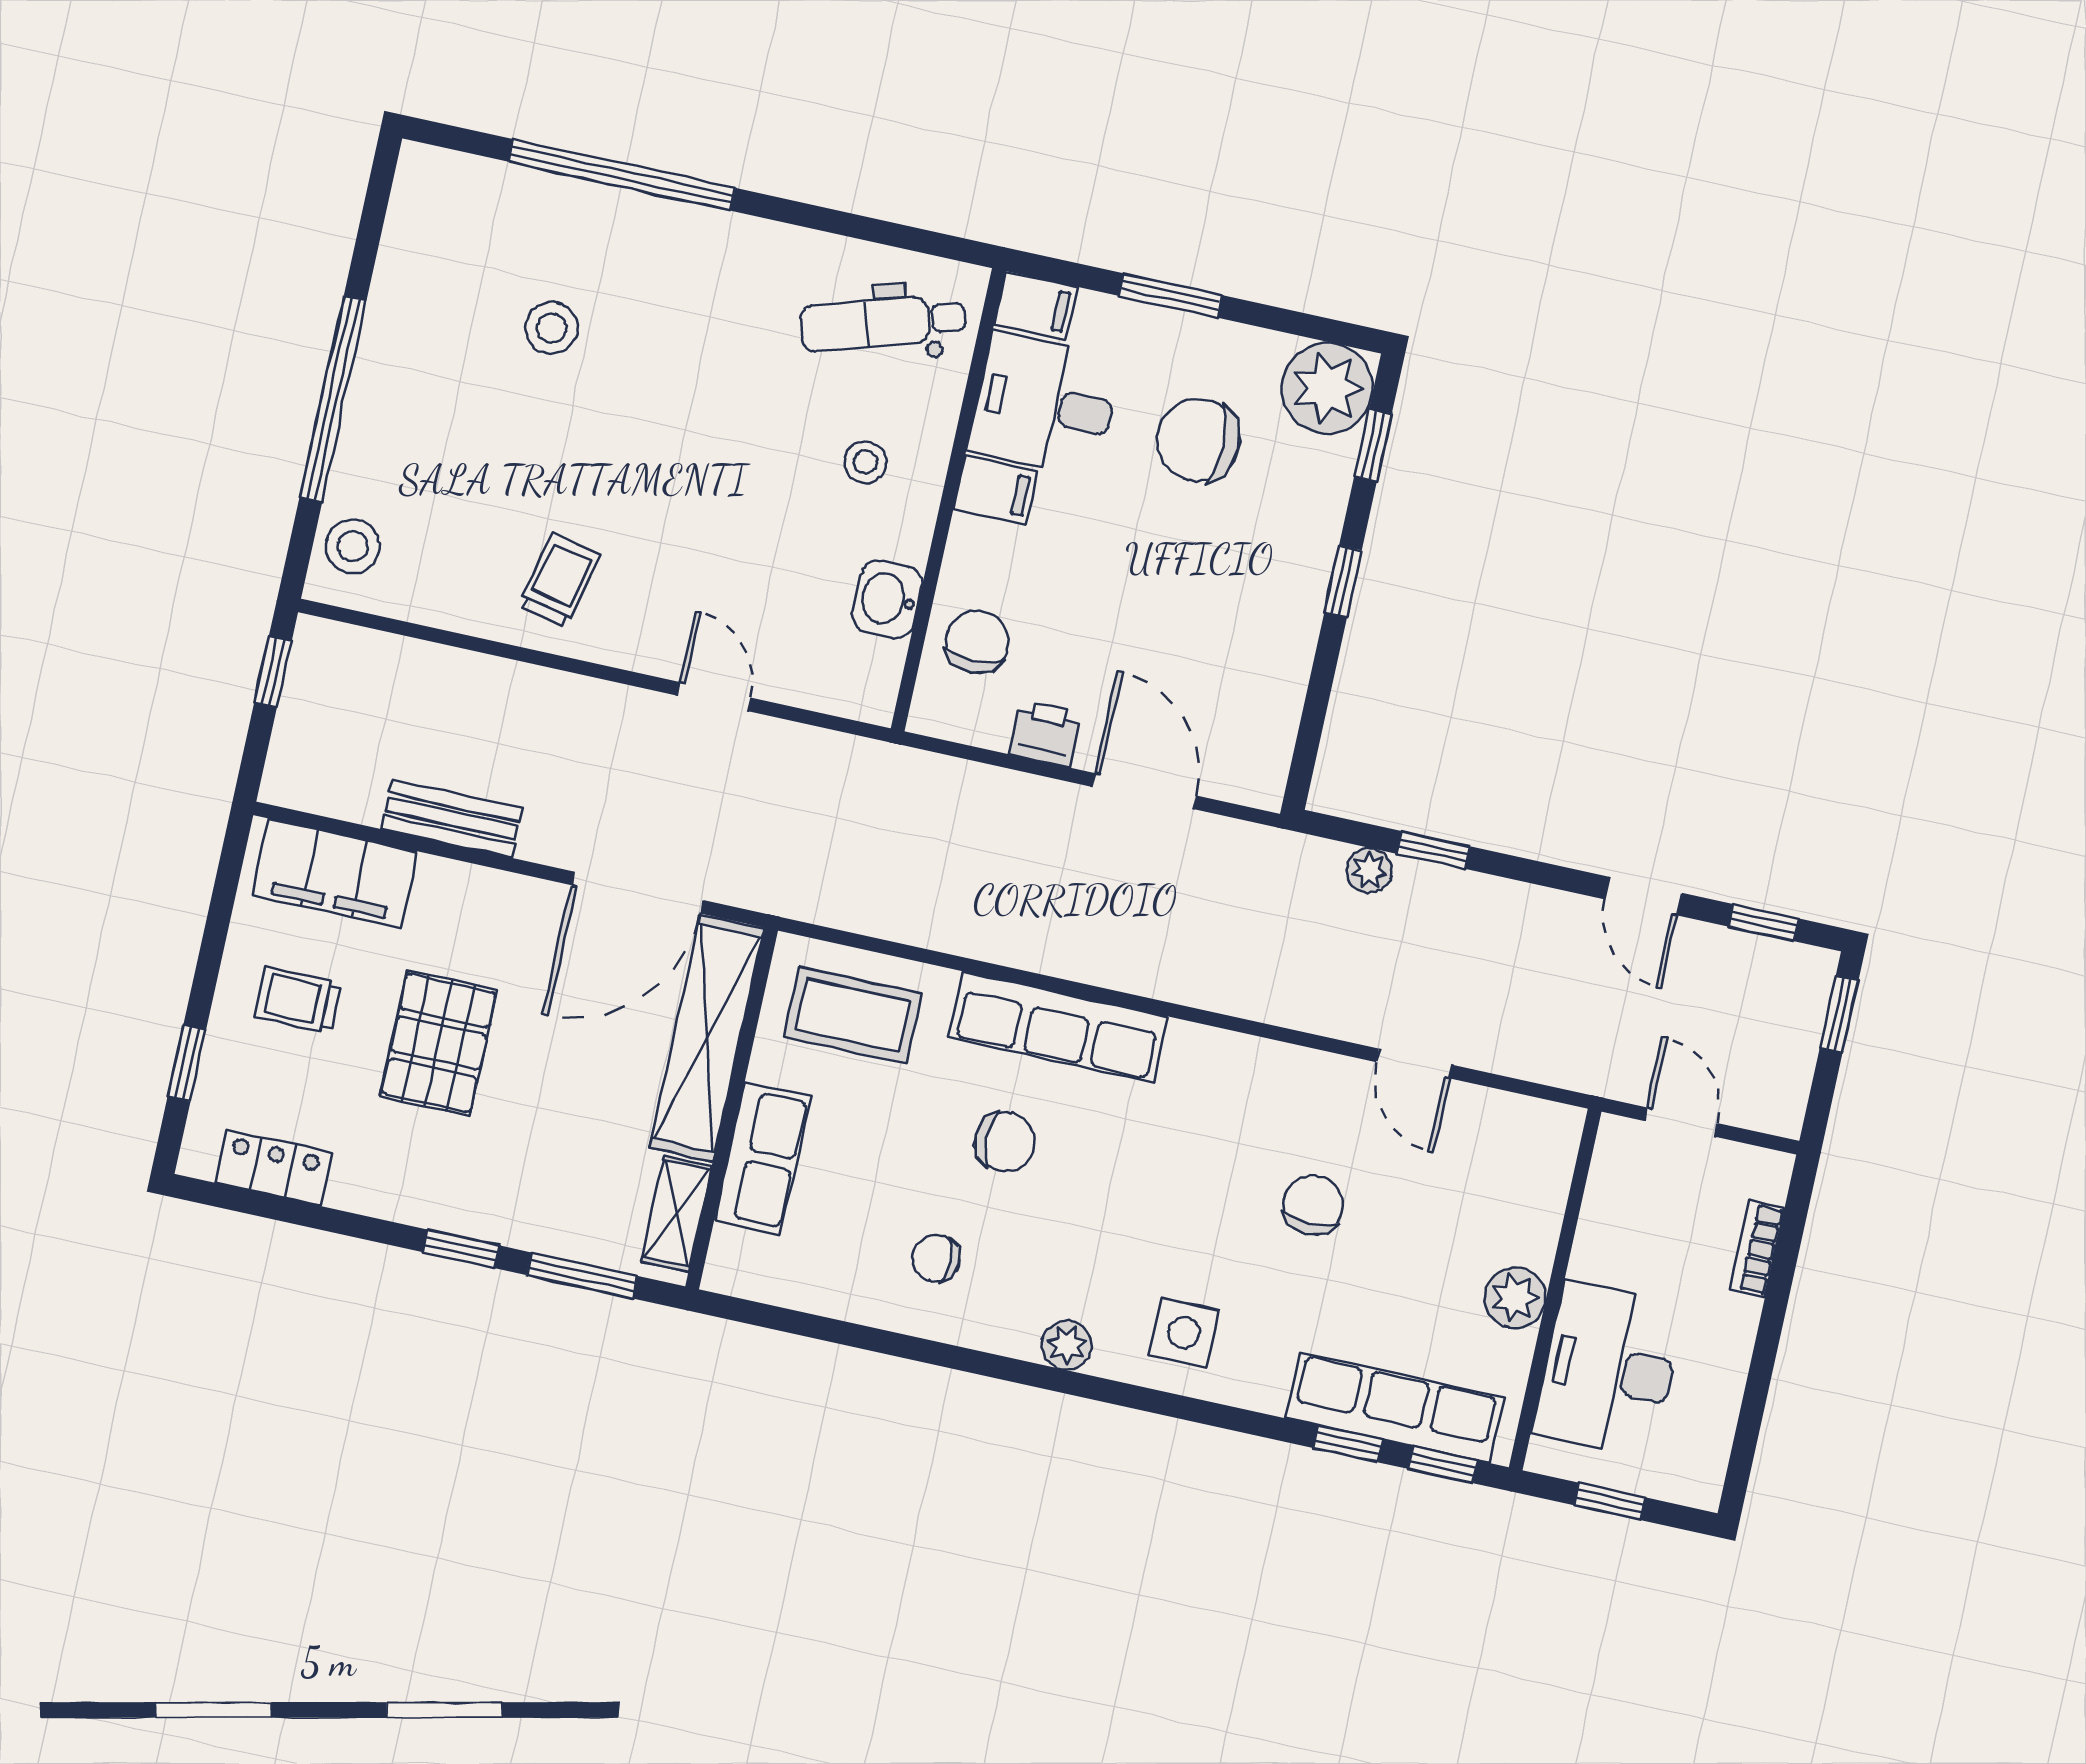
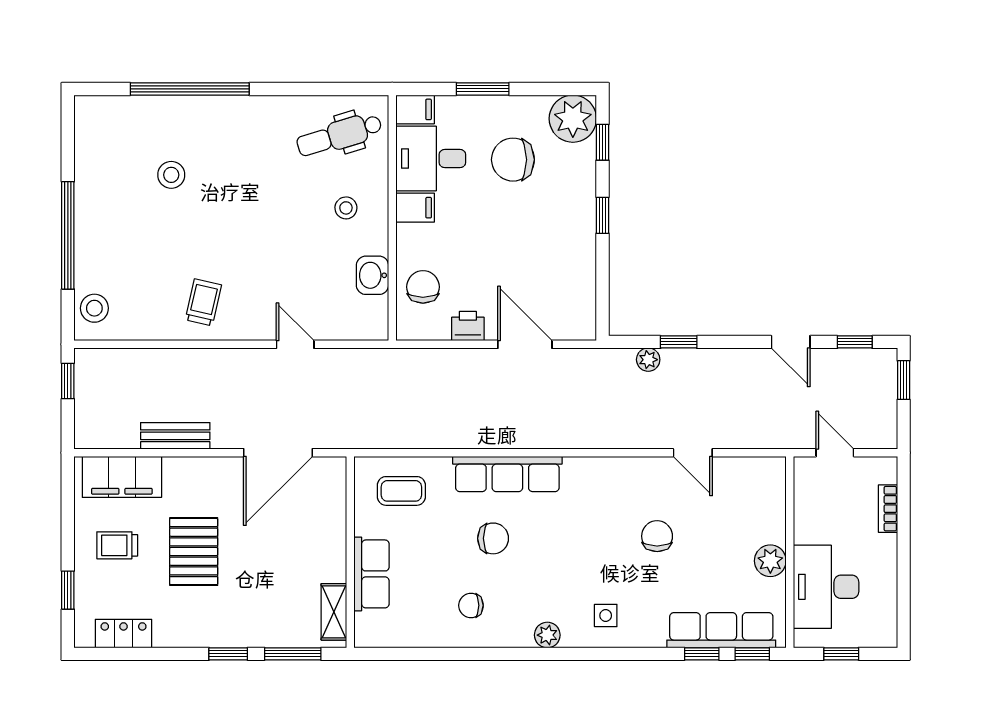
coffee table: (853, 1015) -> (401, 491), width x0.73, depth x0.77
shelving: (707, 1038) -> (330, 519), removed
side table: (1184, 1333) -> (606, 616), width x0.73, depth x0.73

